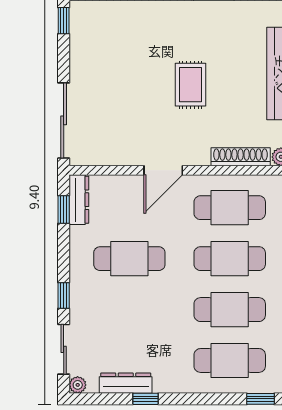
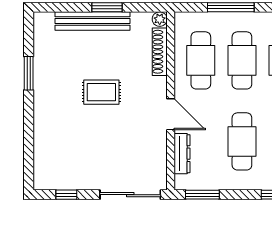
window: (64, 21) -> (66, 195), moved
dresser: (79, 200) -> (182, 154), moved, turned 90
window: (64, 210) -> (202, 195), width x1.50

